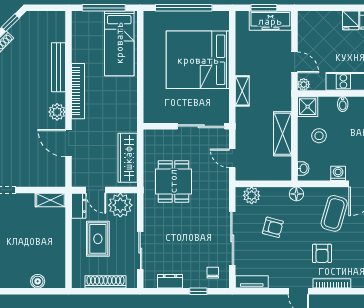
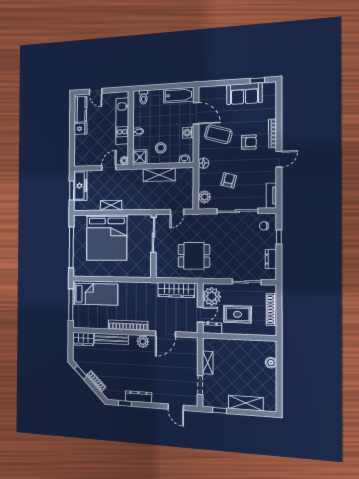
wardrobe: (57, 26) -> (83, 339), added
shelving: (242, 91) -> (111, 205), moved
shelving: (50, 200) -> (208, 363), moved

